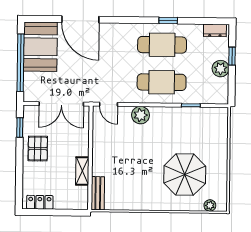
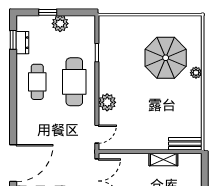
window: (168, 21) -> (13, 40), moved
dresser: (215, 30) -> (22, 43), moved
cafe table: (162, 45) -> (37, 82), width x0.73, depth x0.74
plant: (210, 205) -> (196, 73), moved

